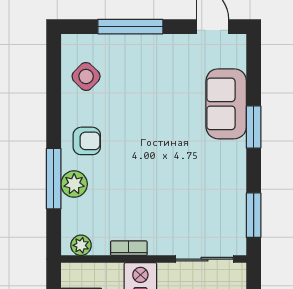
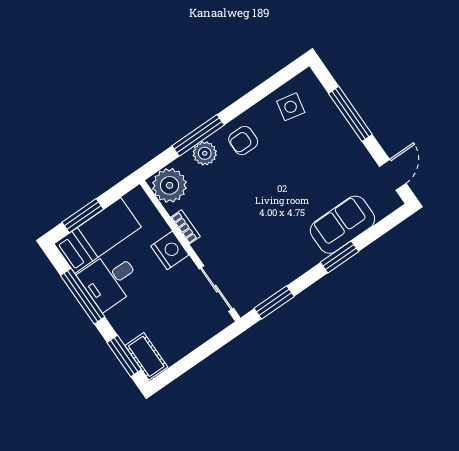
side table: (86, 76) -> (291, 107), turned -32
armchair: (87, 141) -> (243, 140), turned 90
plant: (81, 245) -> (170, 185), width x1.88, depth x1.88

